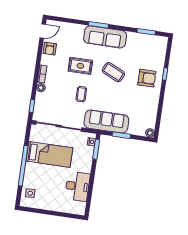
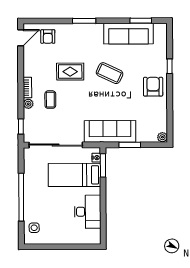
sofa: (105, 37) -> (129, 34), moved
armchair: (50, 49) -> (48, 36), moved
armchair: (147, 78) -> (153, 87), moved, turned -90
coffee table: (81, 94) -> (50, 100), moved
bed: (49, 154) -> (74, 175), moved, turned 180

